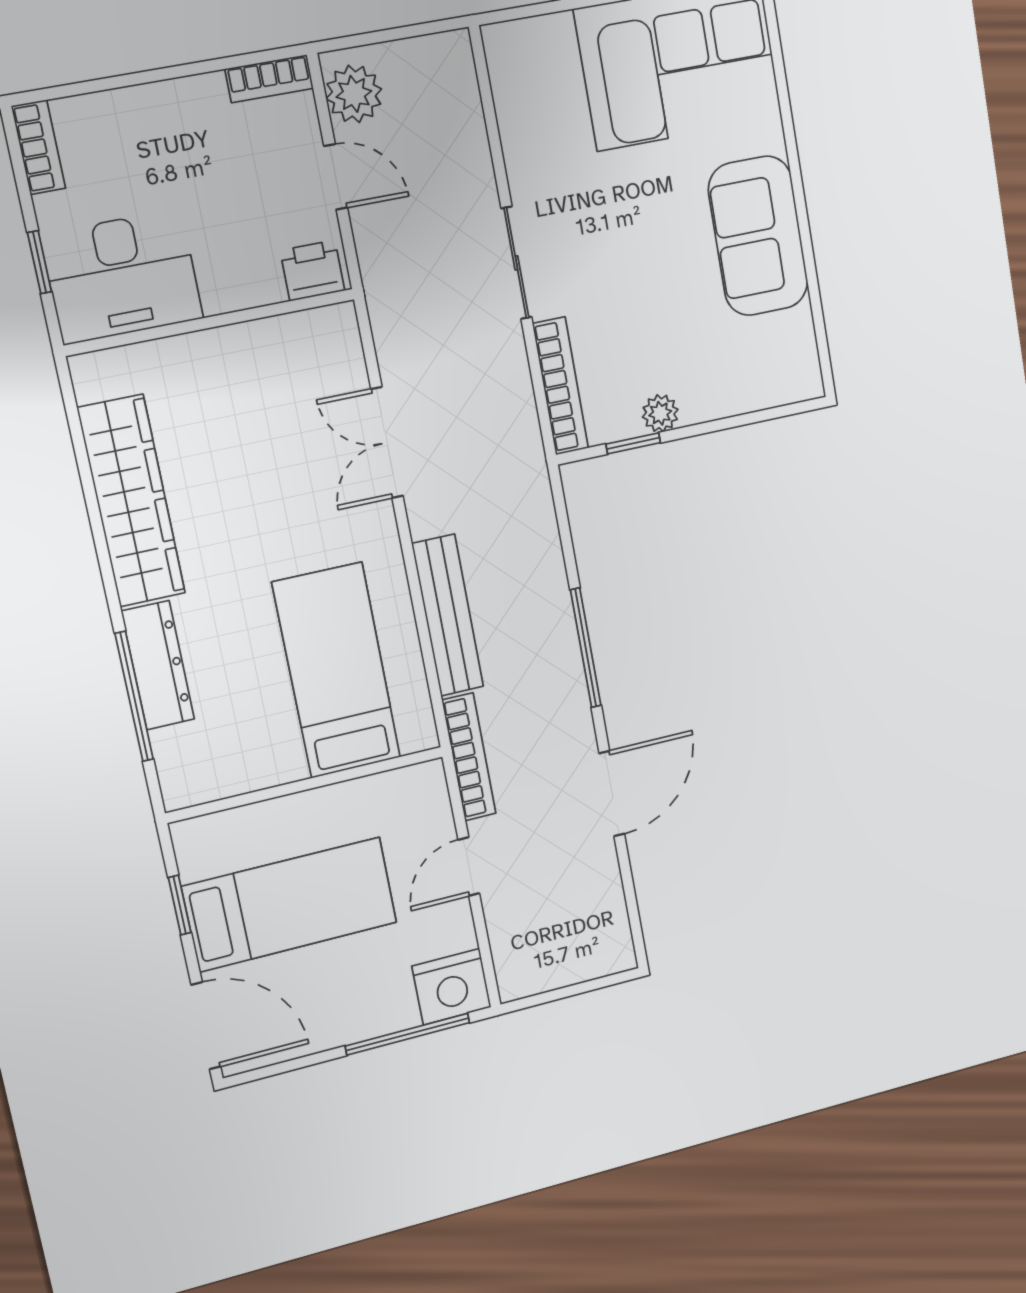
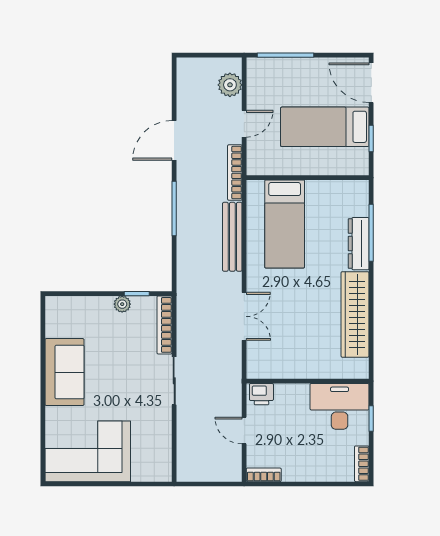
plant: (354, 94) -> (230, 85), moved
nightstand: (451, 987) -> (262, 71), removed

